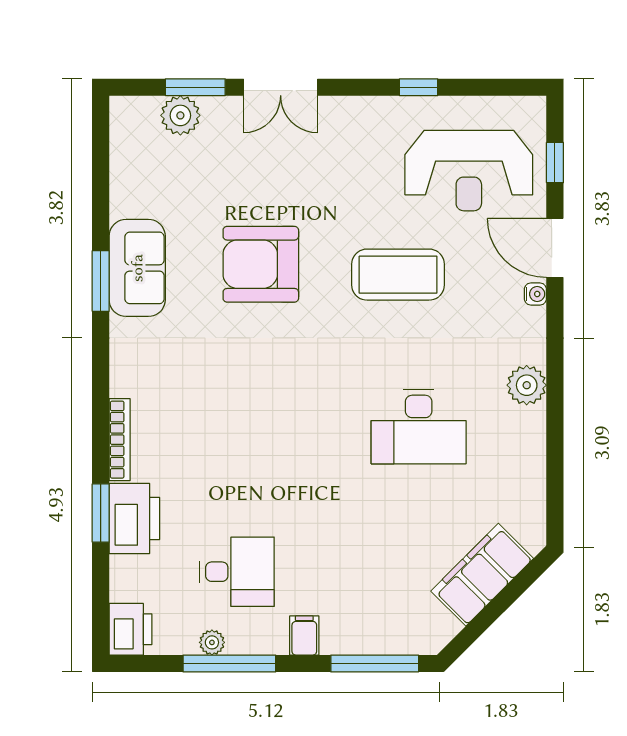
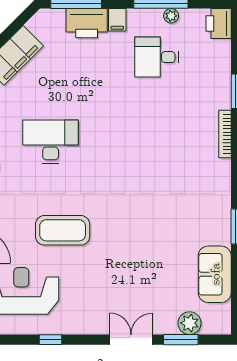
armchair: (261, 264) -> (143, 236), removed
sofa: (137, 268) -> (215, 274), moved
printer: (134, 518) -> (87, 23), moved, turned -90

